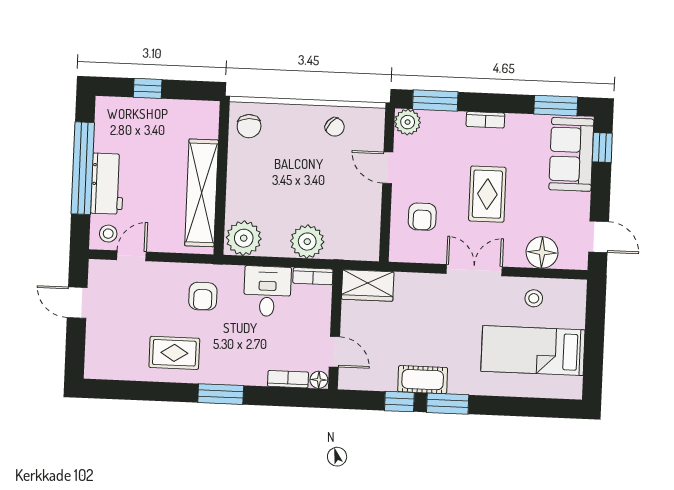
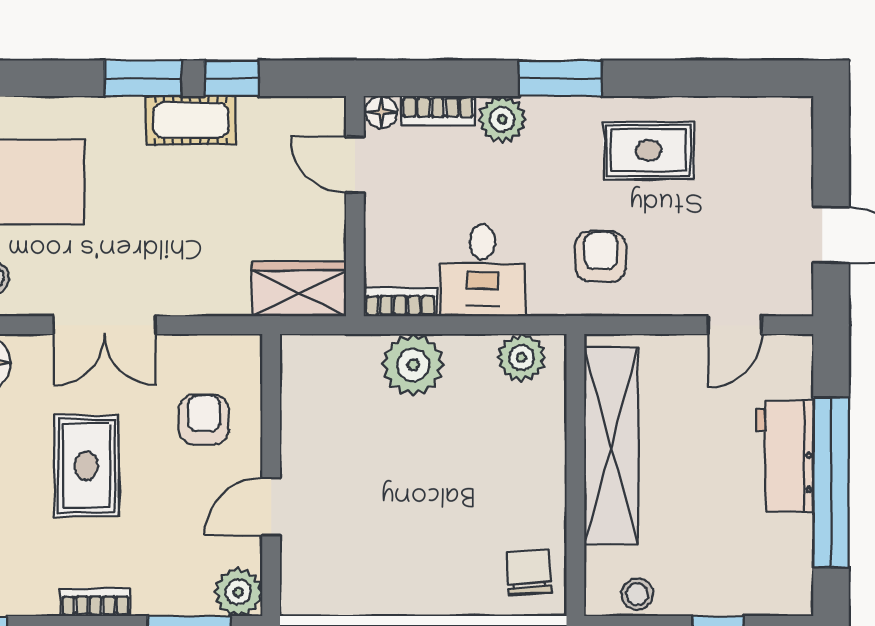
chair: (335, 127) -> (372, 577), removed
door: (388, 168) -> (271, 507), swing flipped
stool: (108, 234) -> (637, 594), moved
plant: (244, 238) -> (522, 358), width x0.73, depth x0.73
plant: (253, 373) -> (502, 119), added

